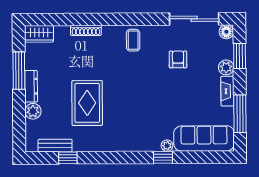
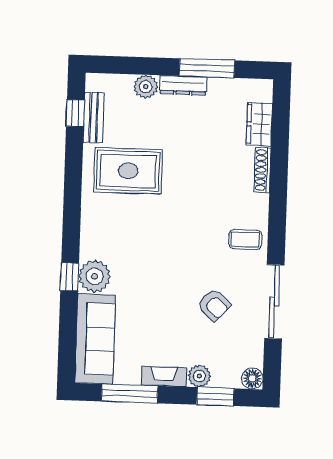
sliding door: (194, 19) -> (274, 302), moved
wardrobe: (39, 34) -> (259, 124), moved
armchair: (178, 59) -> (214, 305), turned 43
rug: (87, 103) -> (128, 171), moved
plant: (167, 146) -> (94, 276), width x1.87, depth x1.87
window: (68, 158) -> (75, 113), moved

